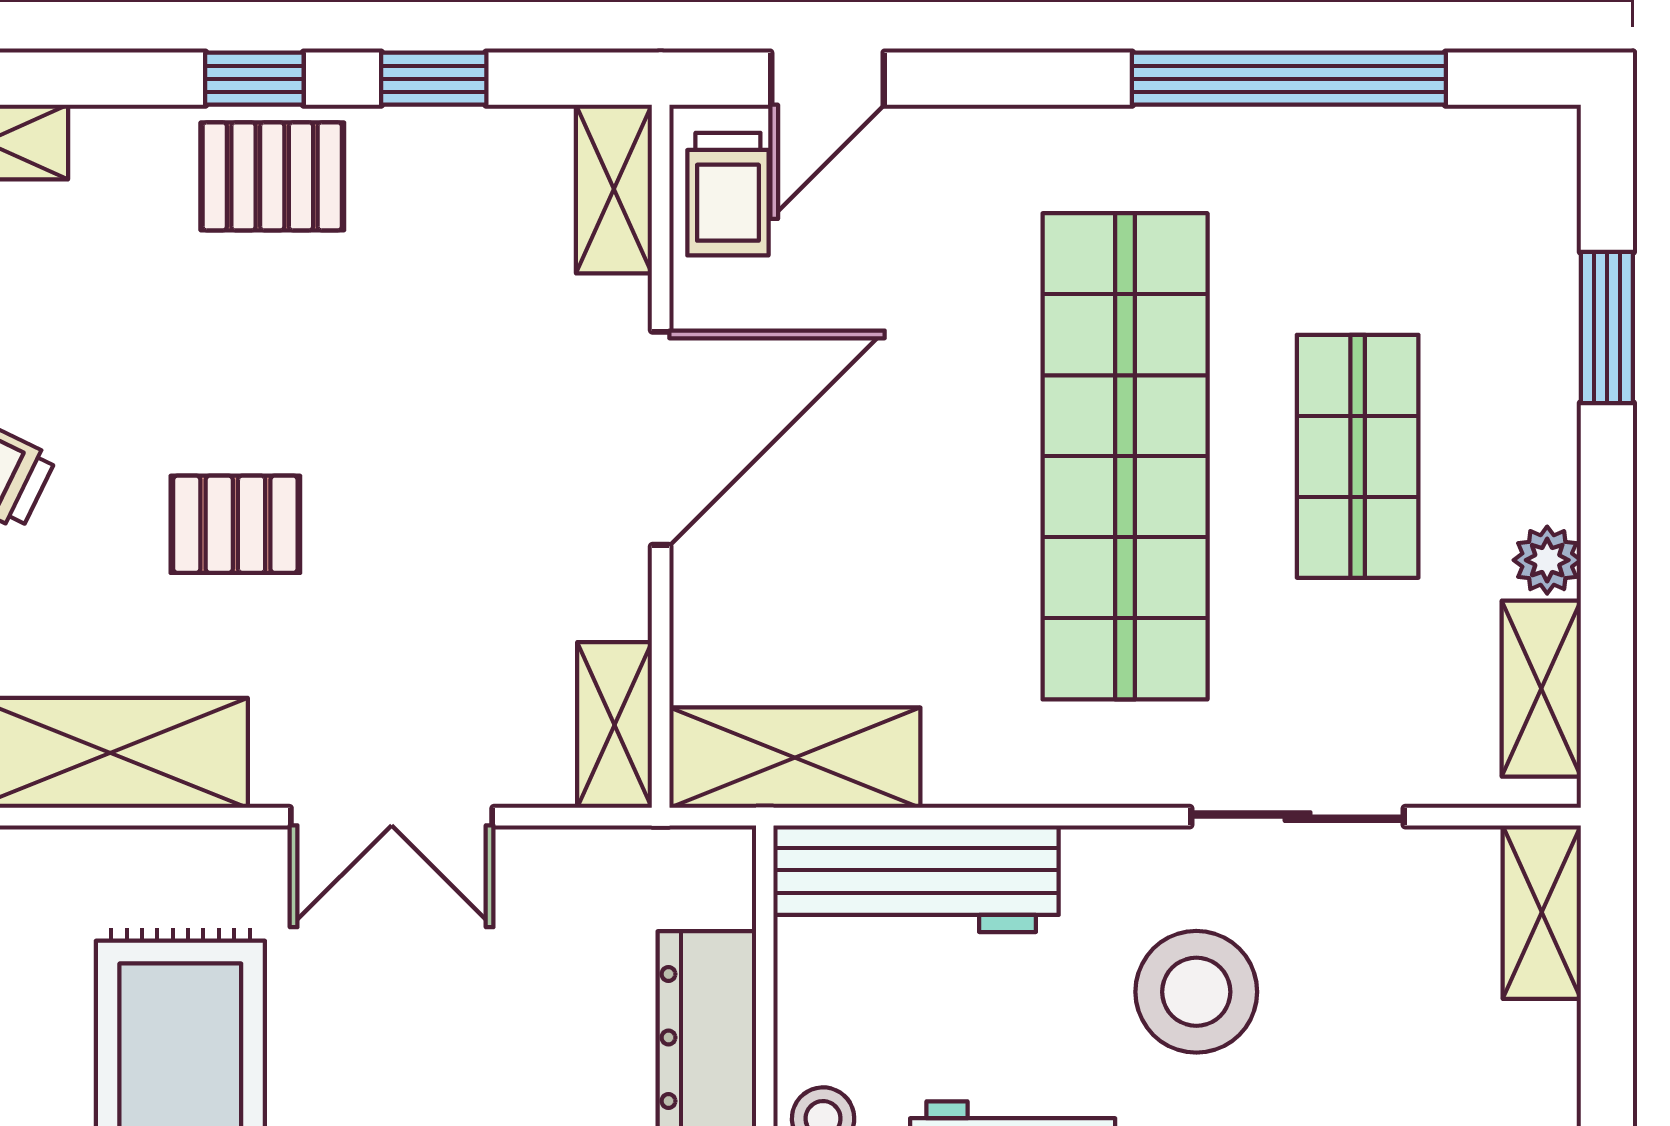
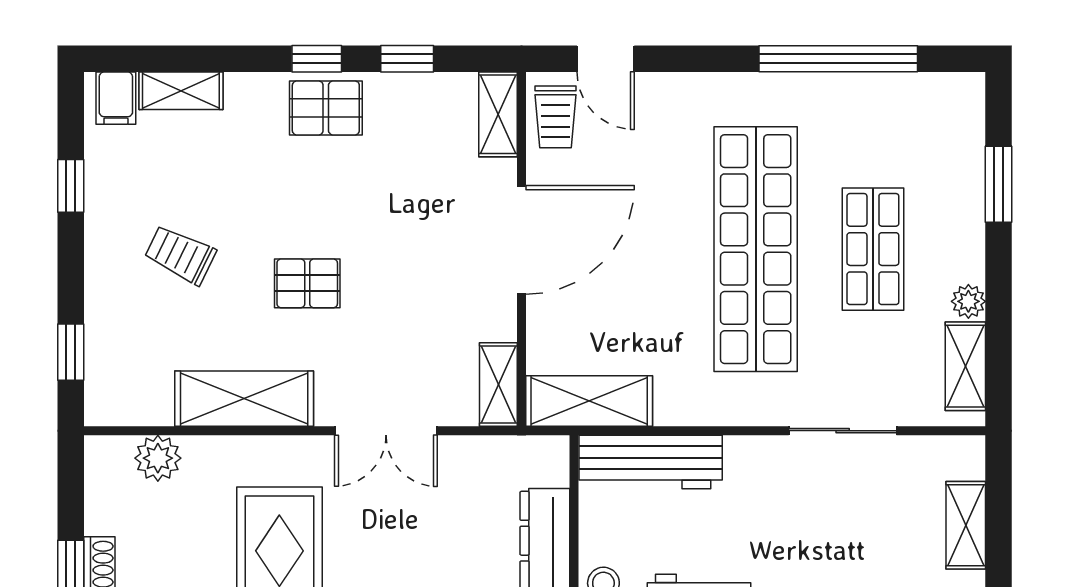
door: (827, 79) -> (606, 59), hinge flipped
shelving: (1542, 912) -> (966, 525), moved
stool: (1196, 992) -> (792, 519), removed

